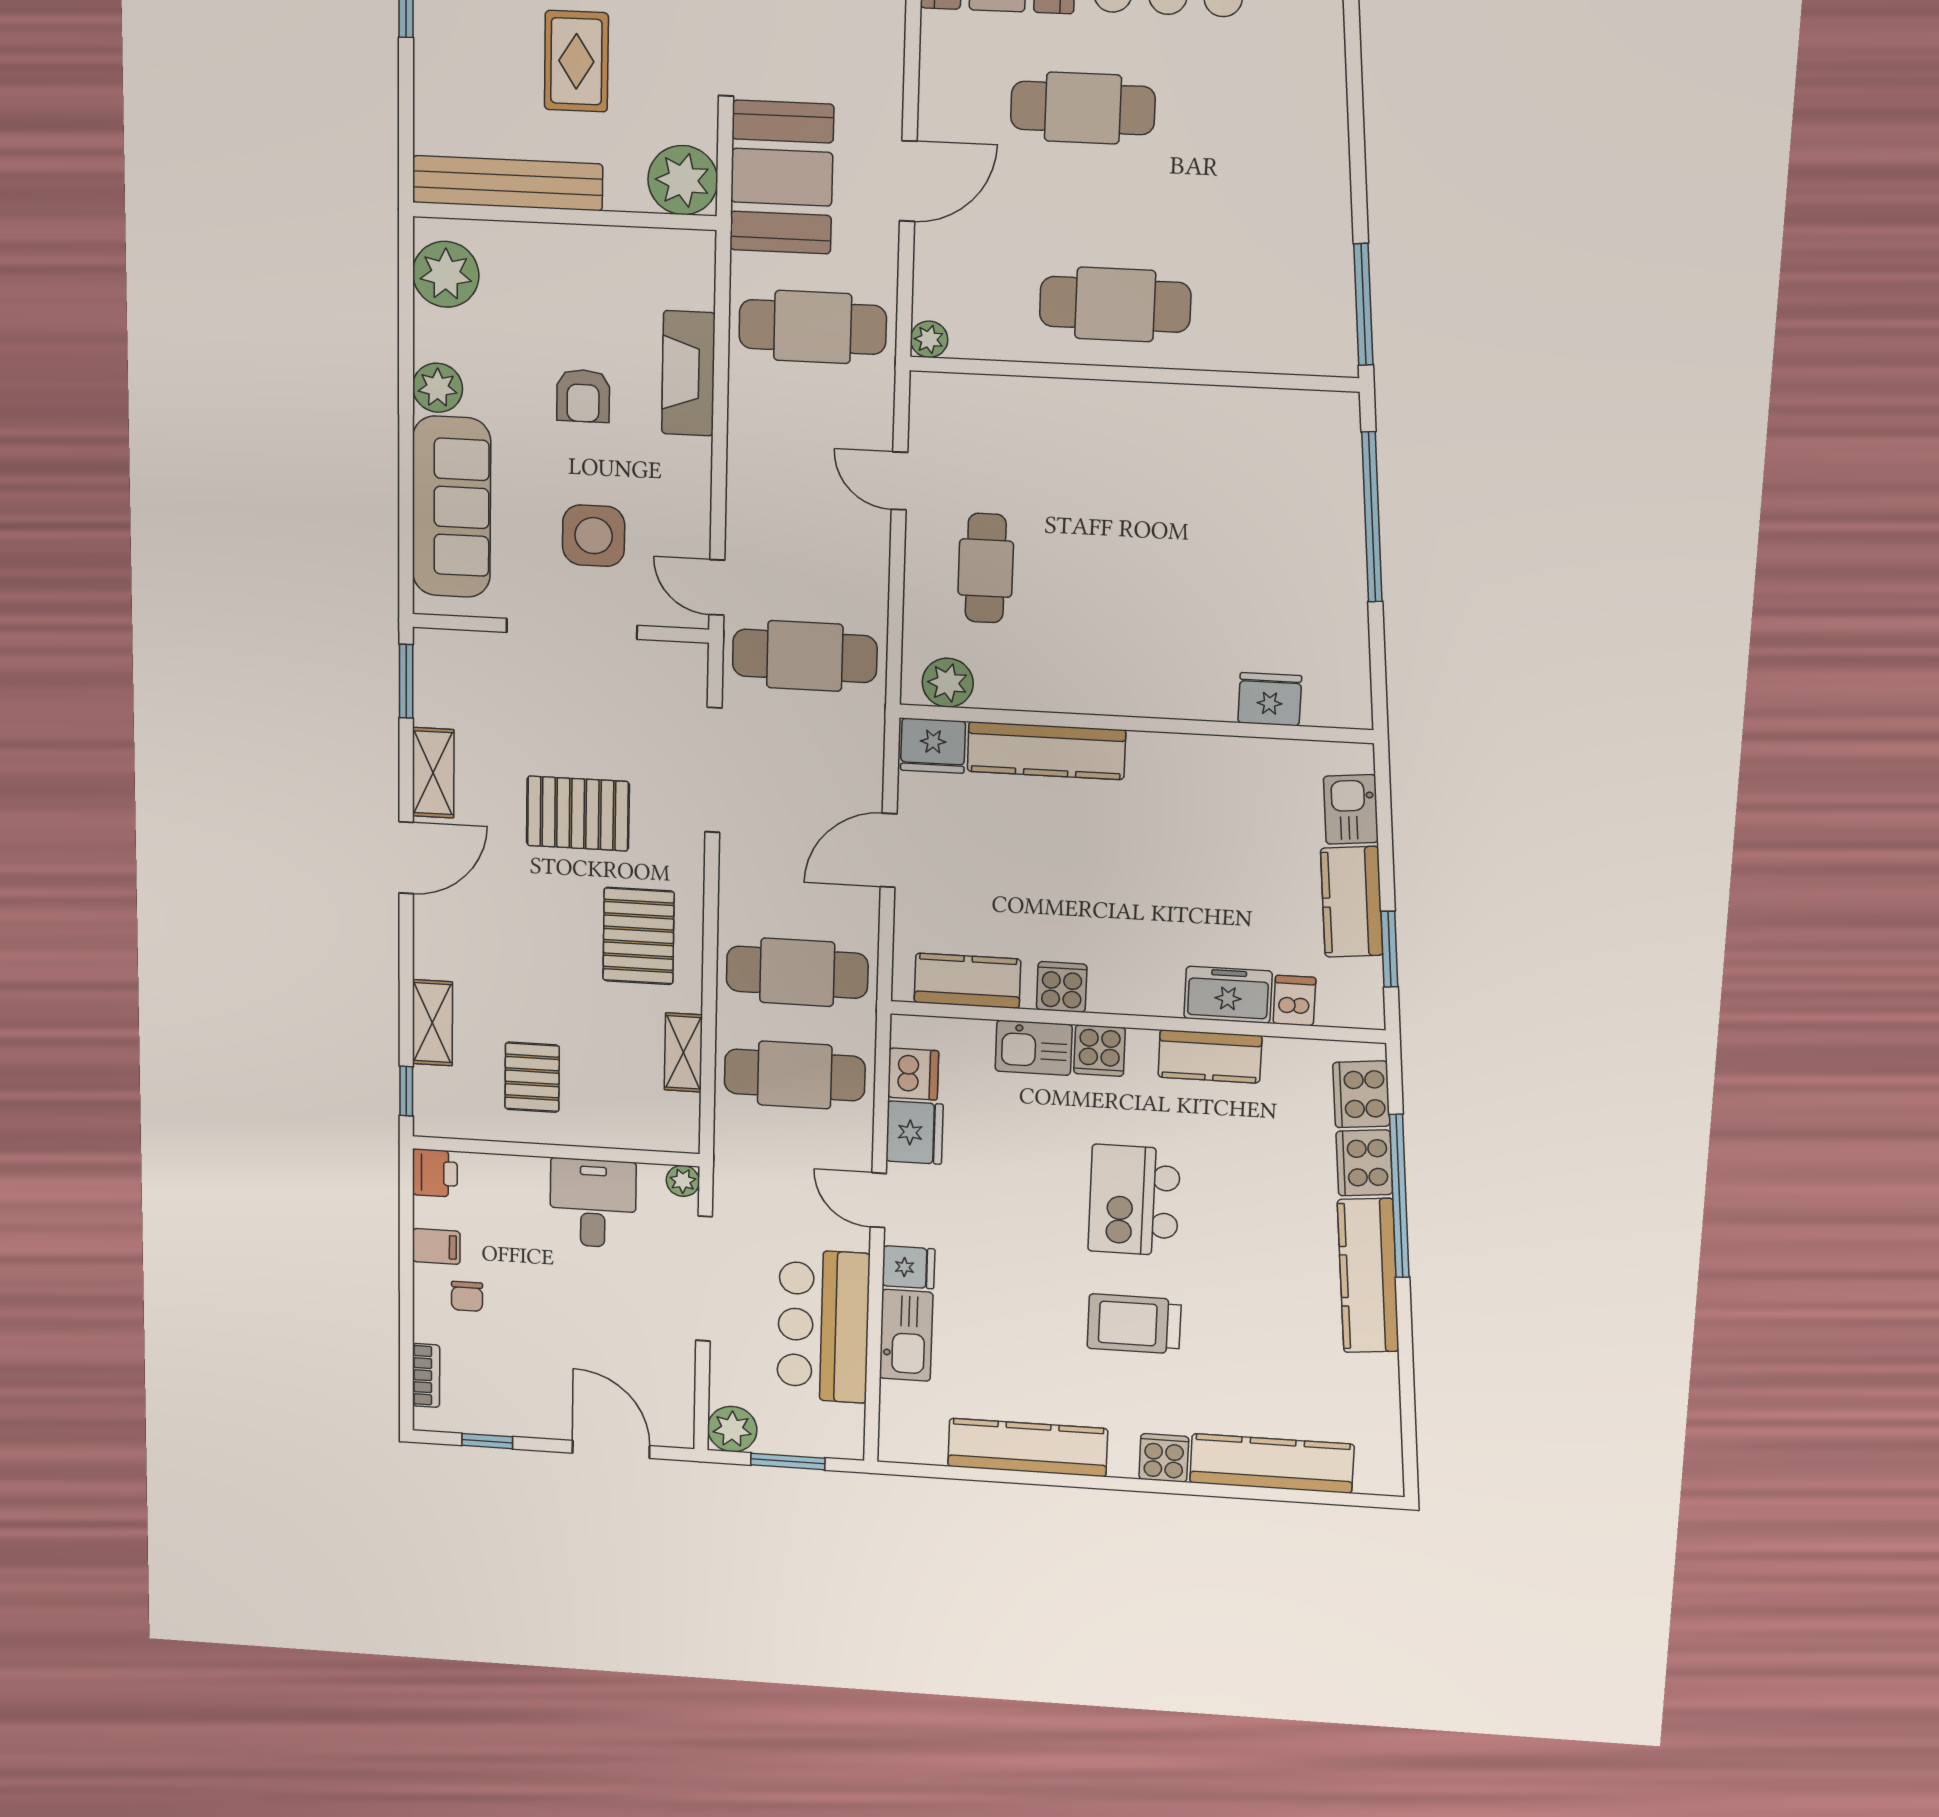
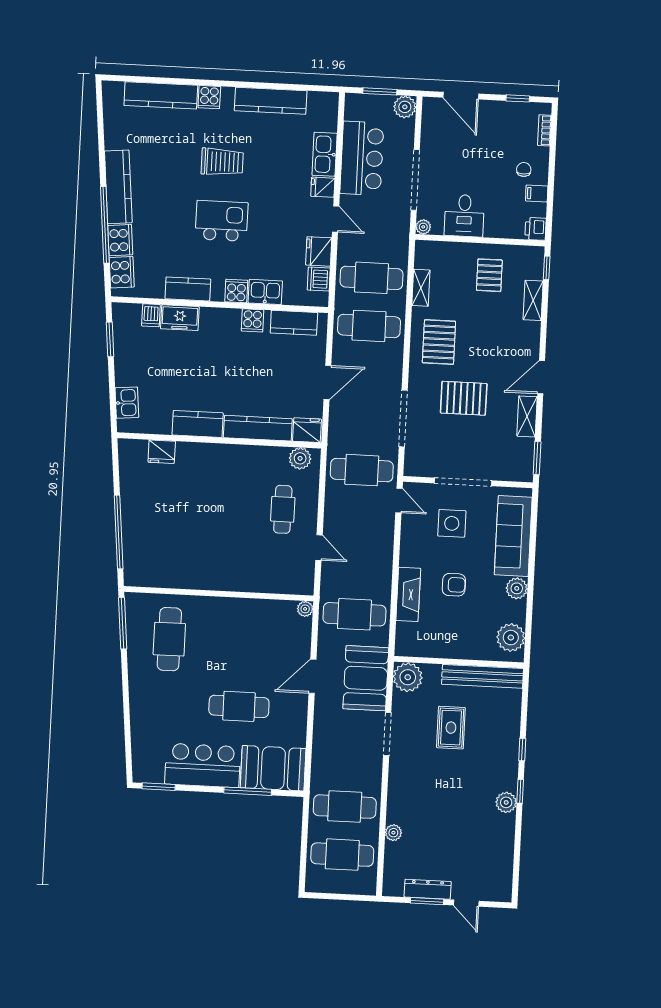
cafe table: (1115, 304) -> (169, 639), moved, turned 90
armchair: (583, 396) -> (454, 585), turned 90
kitchen counter: (1352, 902) -> (198, 424), moved, turned -85
kitchen island: (1134, 1200) -> (222, 221), turned -90

